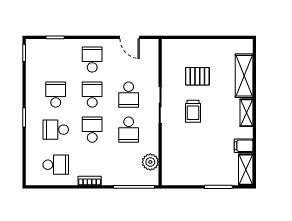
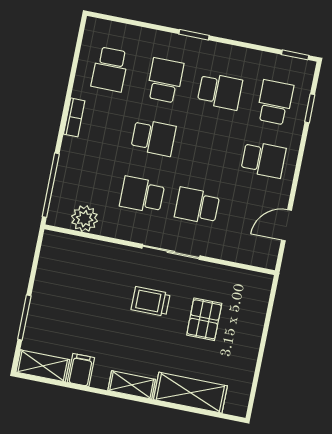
school desk: (92, 95) -> (275, 102), moved, turned -90

